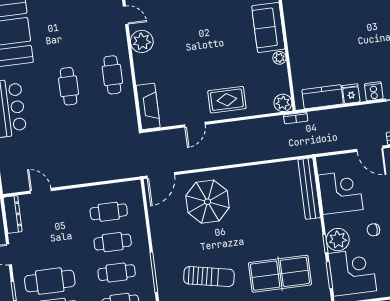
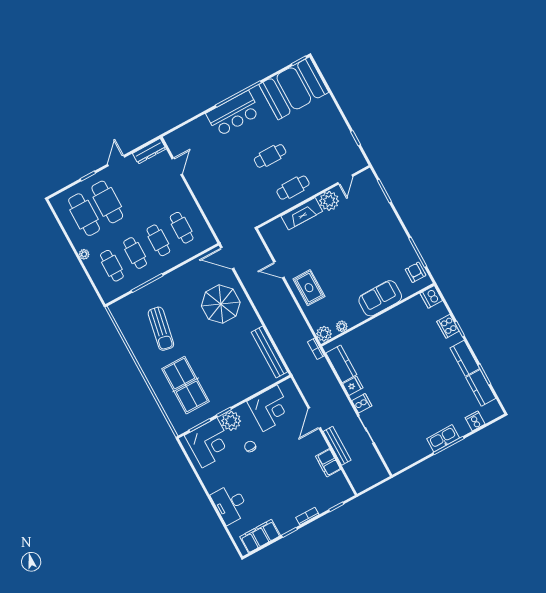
plant: (279, 58) -> (342, 326), moved
fireplace: (148, 106) -> (302, 214), moved
bench: (309, 189) -> (269, 352), moved, turned 90

